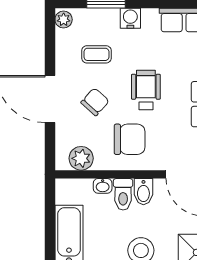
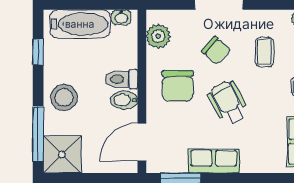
wheelchair: (146, 90) -> (228, 103), turned -118
washbasin: (103, 186) -> (121, 17), moved, turned -90

